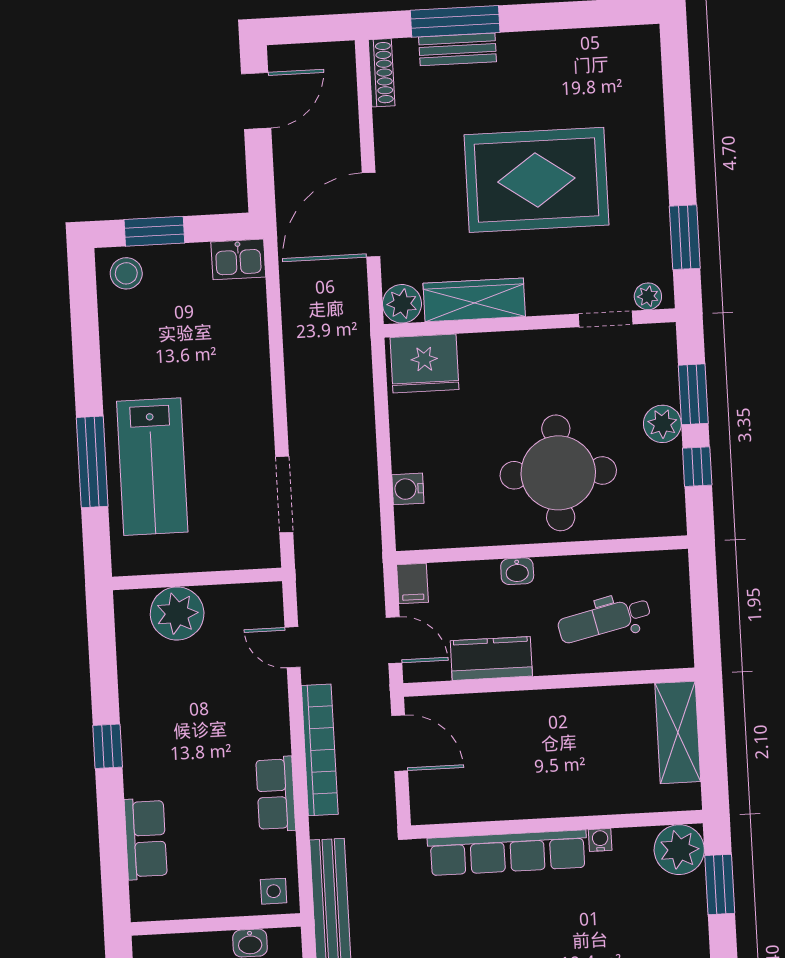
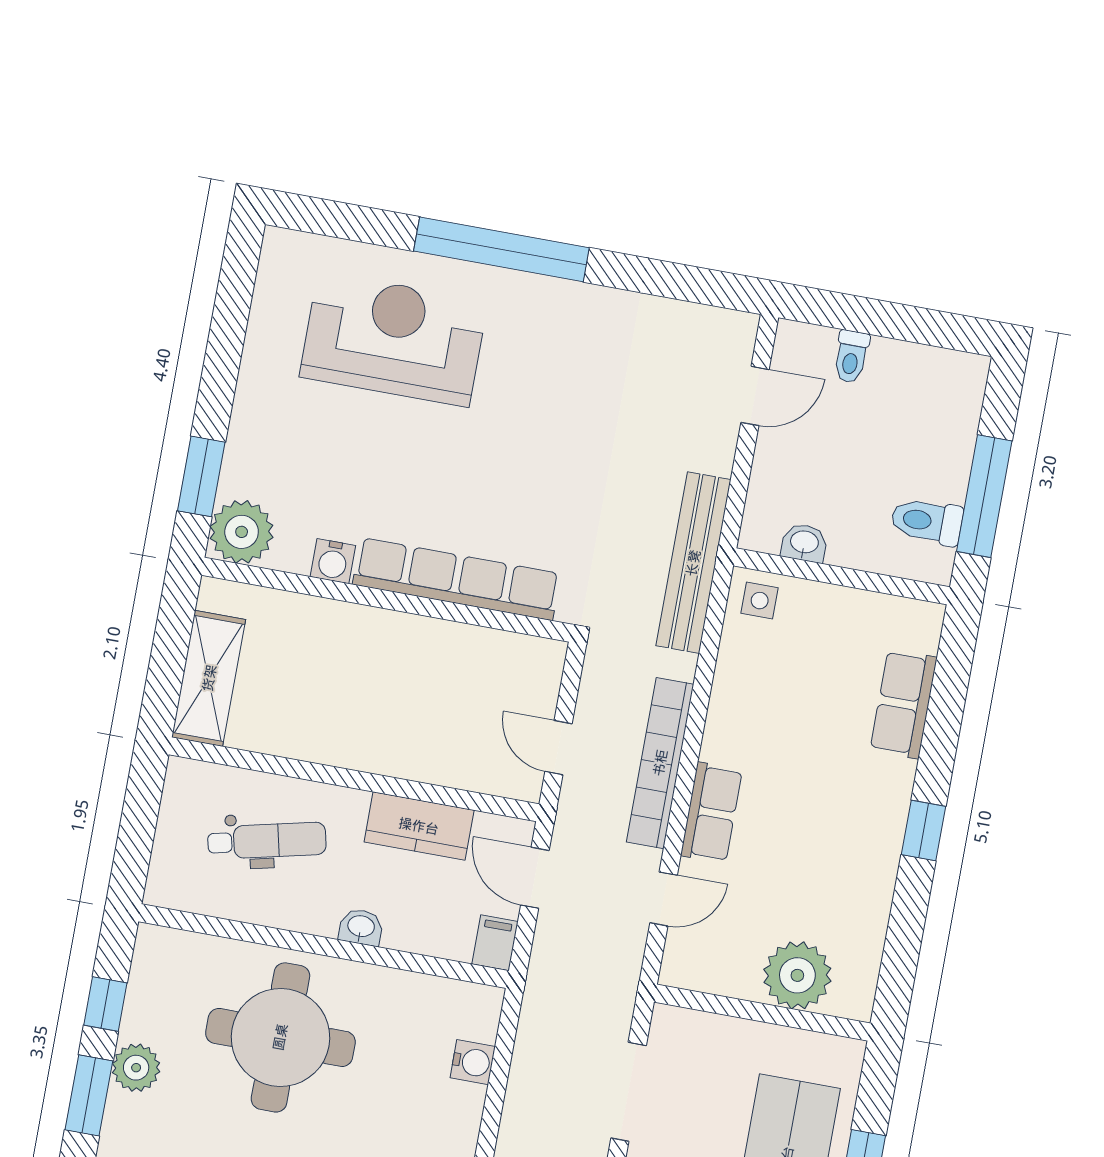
door: (292, 647) -> (664, 899), hinge flipped
door: (400, 743) -> (559, 748), width x0.73
row of seats: (276, 794) -> (711, 813), moved
water cooler: (600, 840) -> (333, 561), width x1.38, depth x1.38

